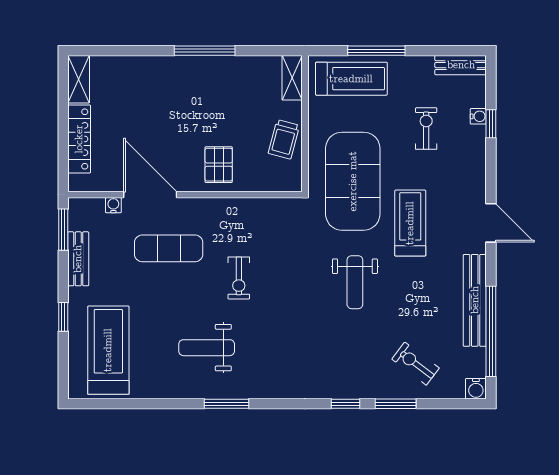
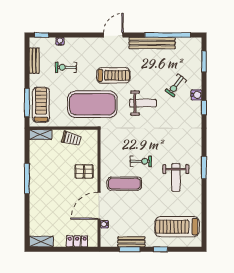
window: (376, 51) -> (27, 103), moved
bench: (461, 65) -> (34, 61), moved
window: (491, 124) -> (42, 35), moved
locker: (79, 139) -> (77, 241), width x0.66
treadmill: (410, 223) -> (113, 75), turned 180
window: (63, 230) -> (130, 249), moved
exercise mat: (169, 248) -> (124, 184), moved, turned 90
exercise bike: (415, 364) -> (176, 85), moved
water cooler: (476, 389) -> (196, 95), moved
window: (396, 404) -> (204, 61), moved

